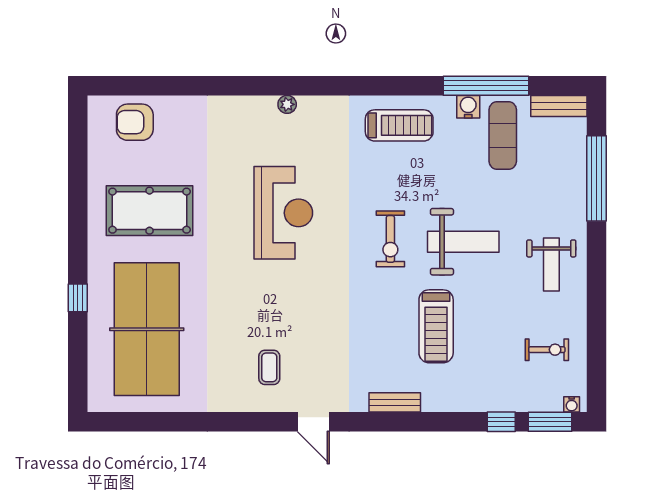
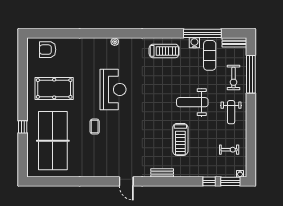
exercise bike: (390, 239) -> (234, 78), moved
weight bench: (463, 242) -> (192, 102), turned 180
coffee table: (269, 367) -> (95, 127), moved

